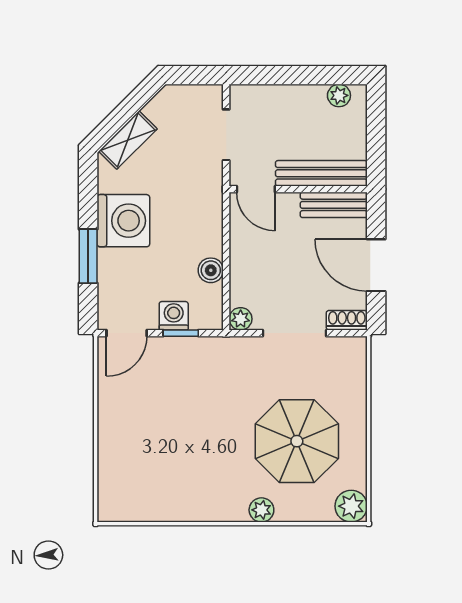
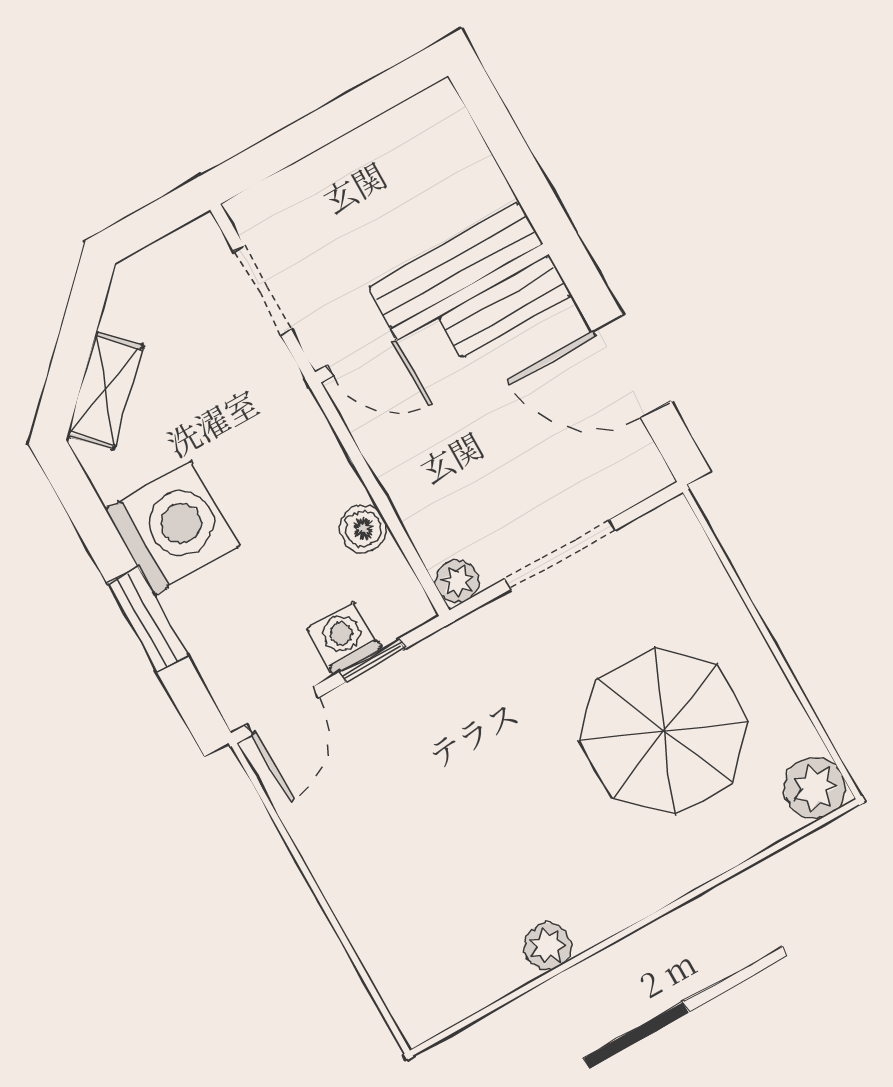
plant: (339, 95) -> (412, 121), removed
shoe rack: (347, 320) -> (634, 485), removed
plant: (261, 510) -> (547, 946), moved

